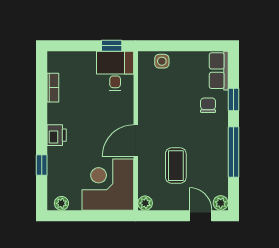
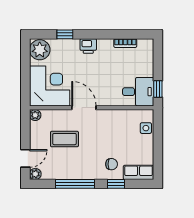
plant: (61, 203) -> (40, 50), width x1.88, depth x1.88

